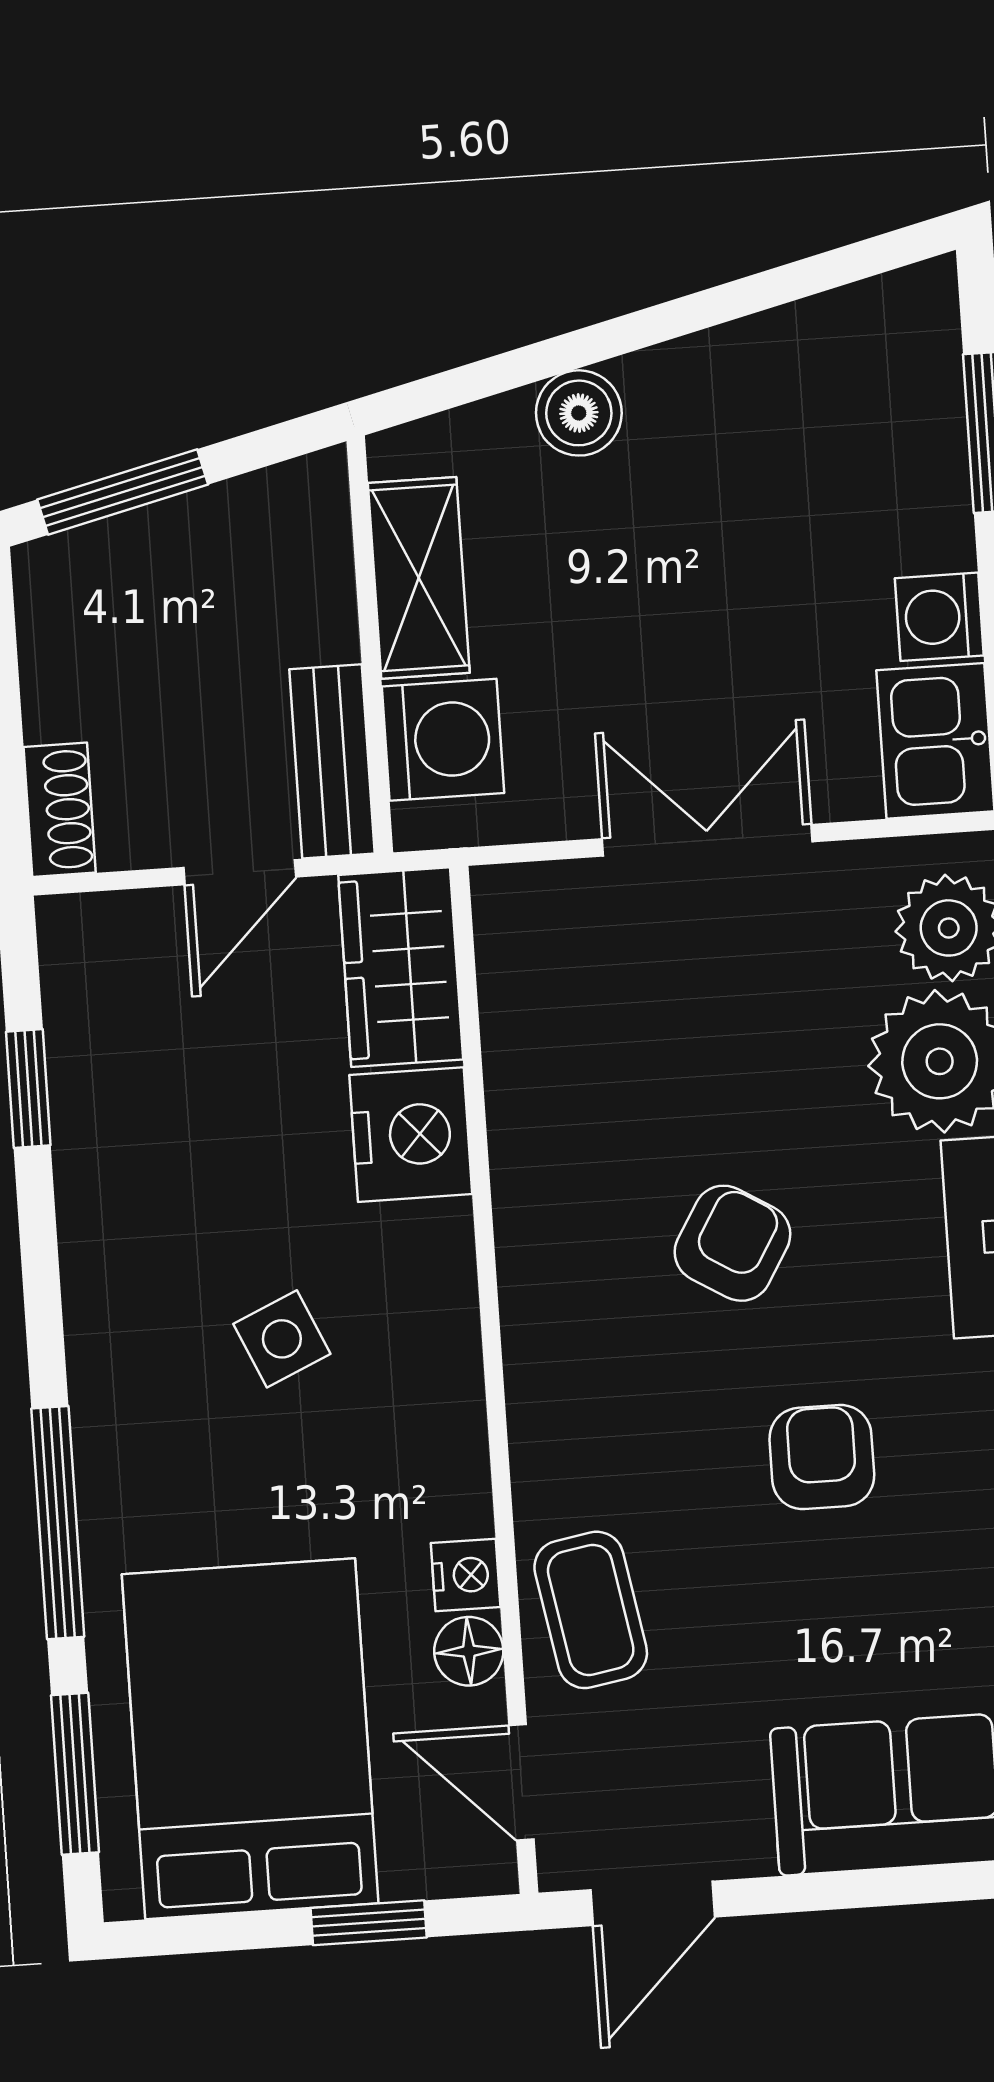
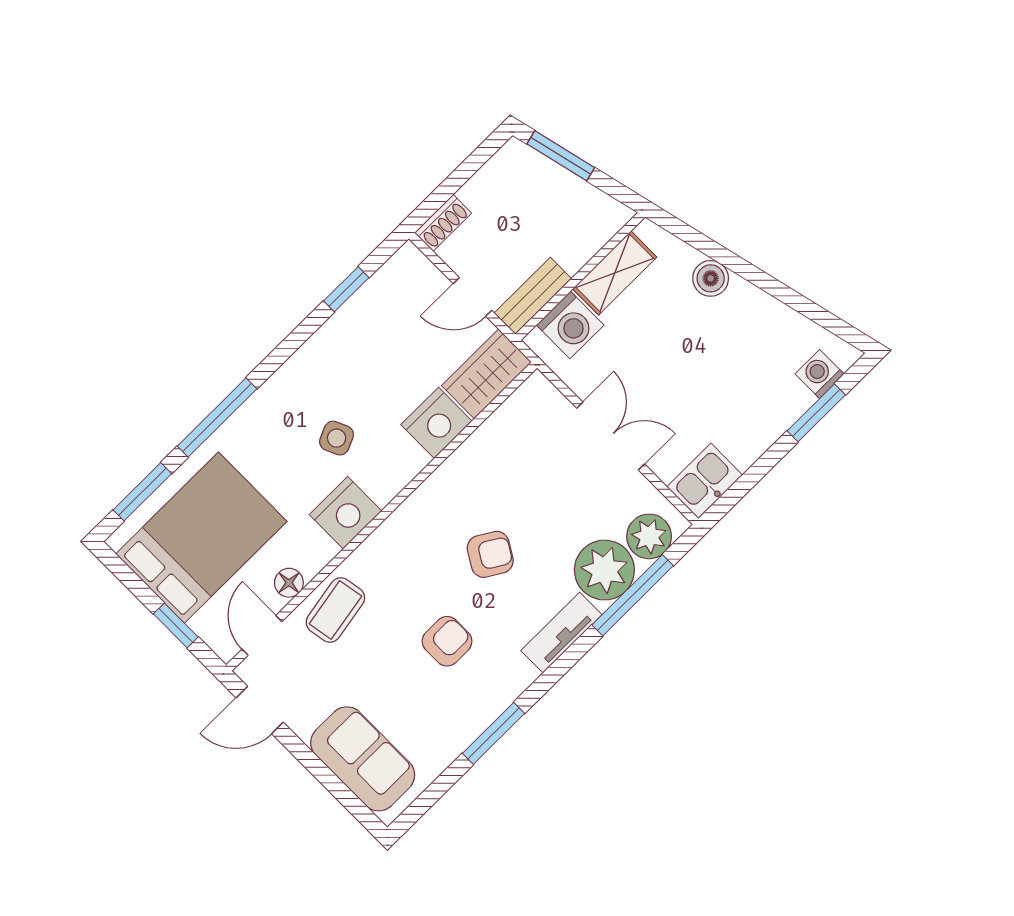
washing machine: (939, 617) -> (820, 374), moved
nightstand: (466, 1575) -> (345, 513), moved, width x1.89, depth x1.79

